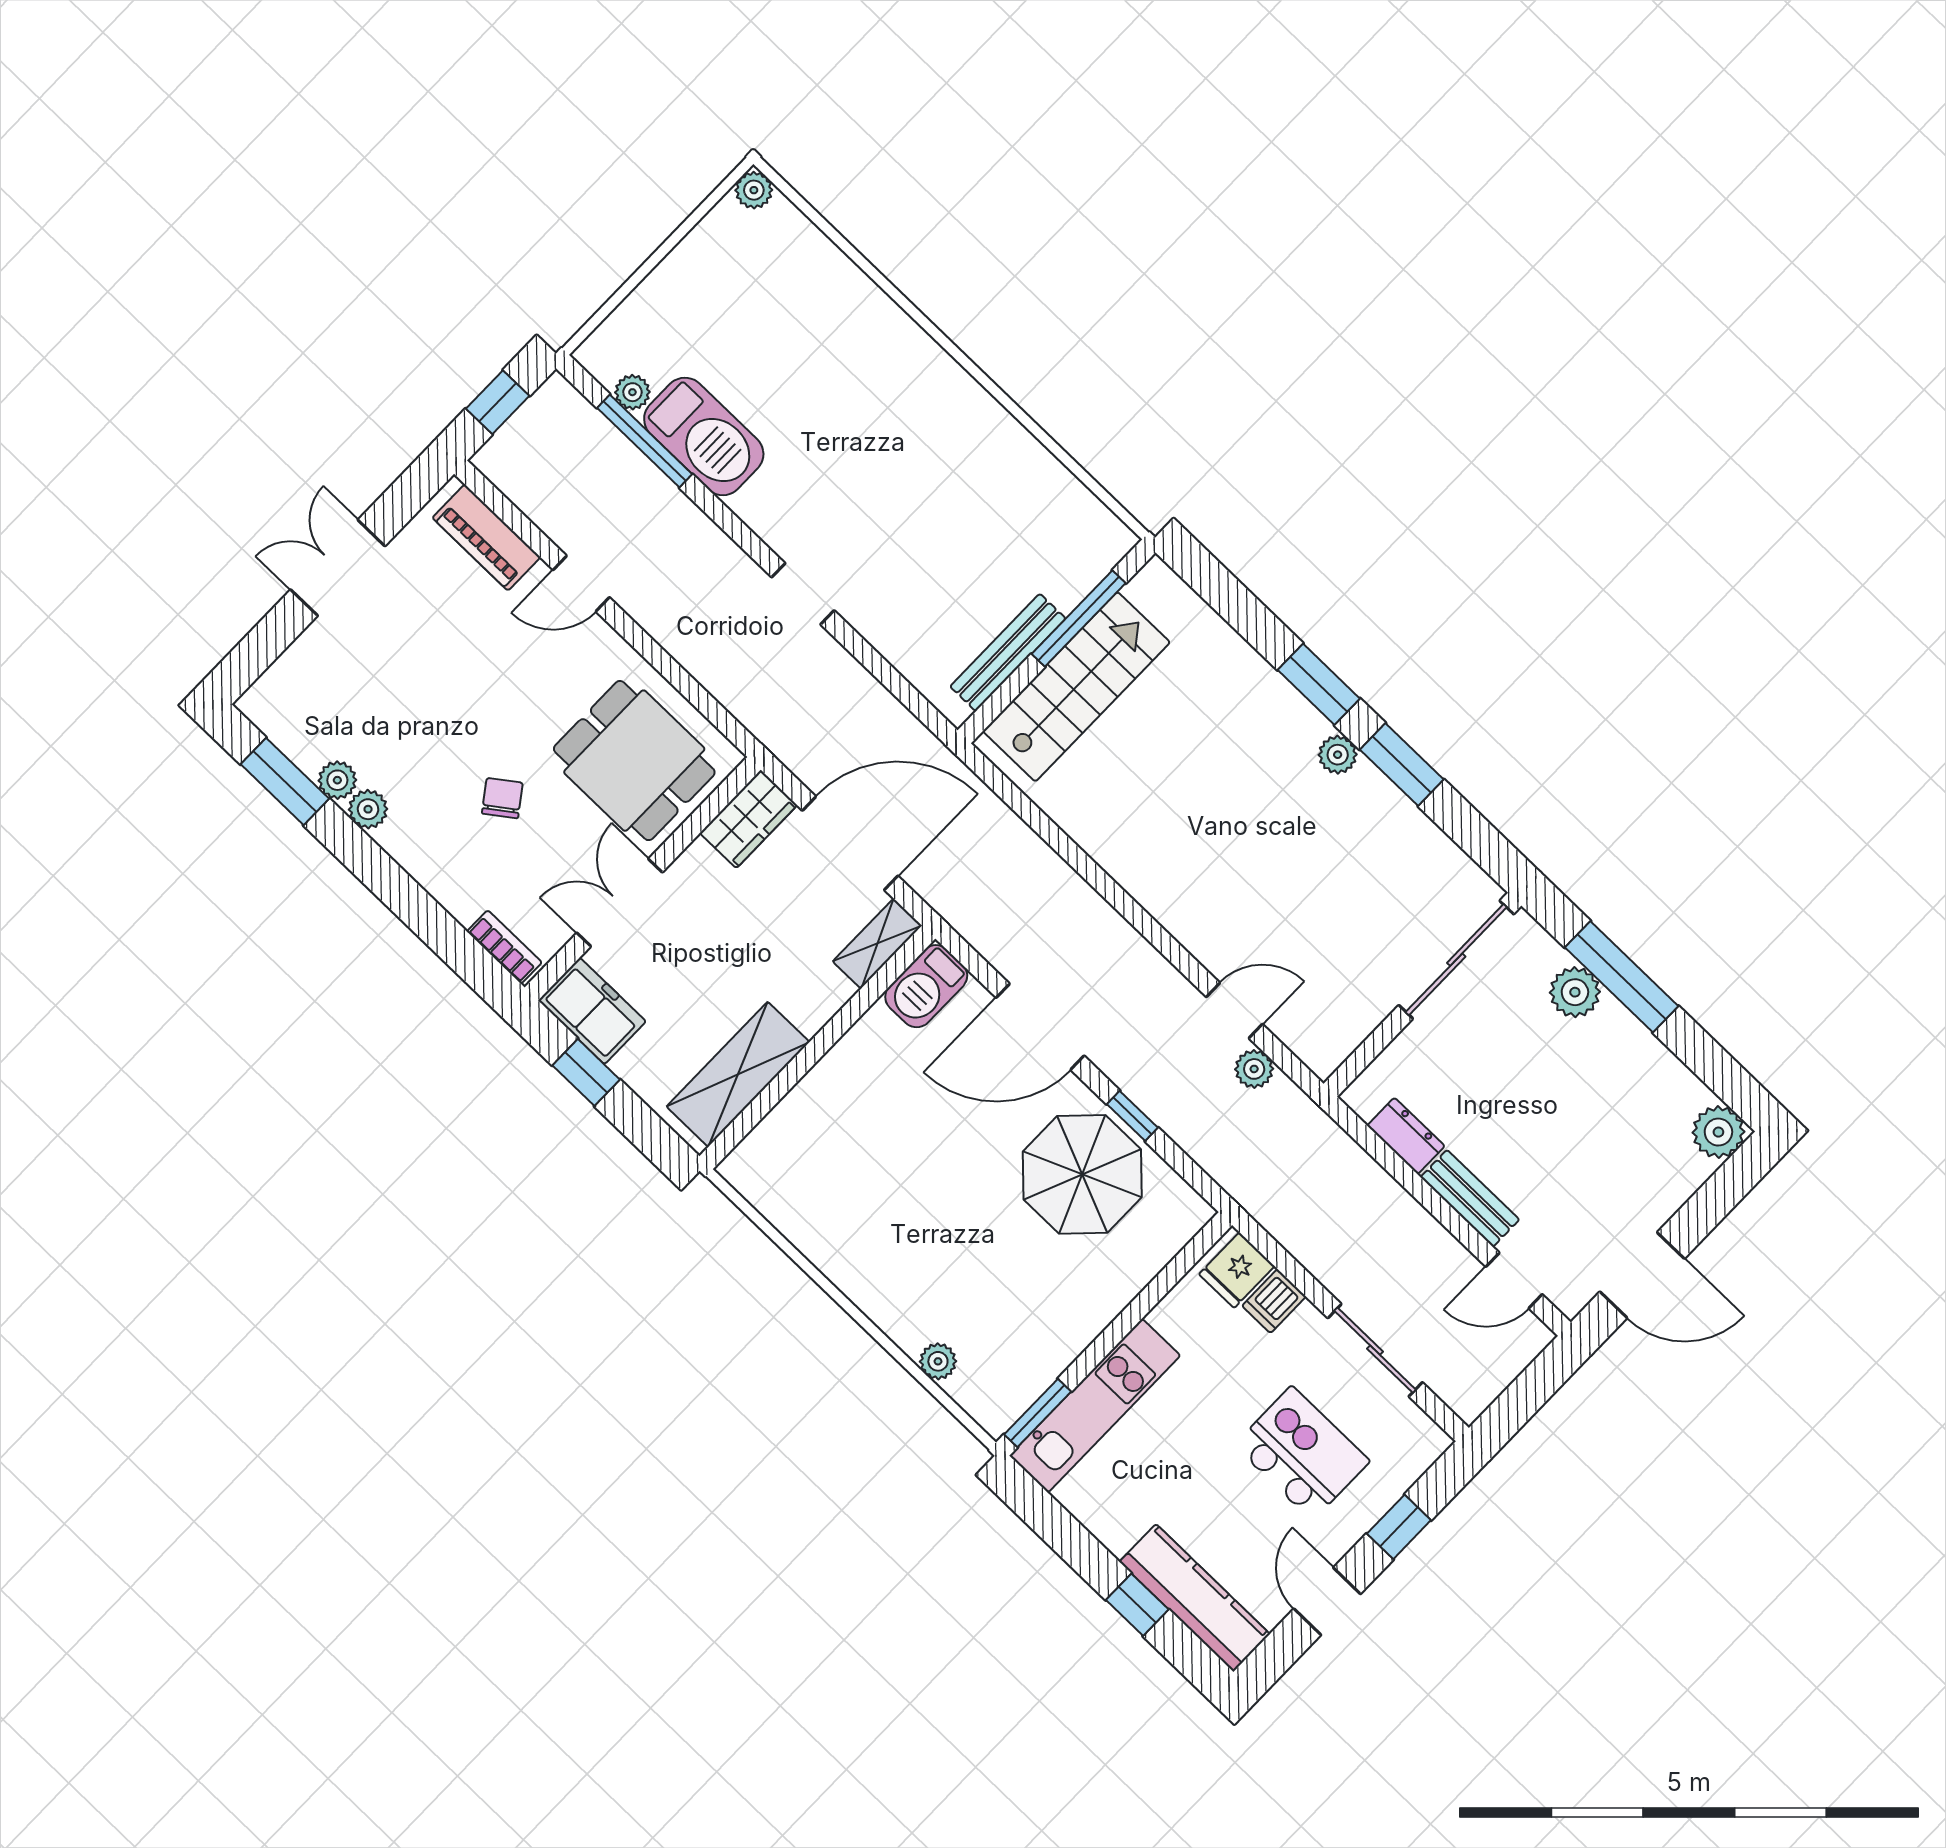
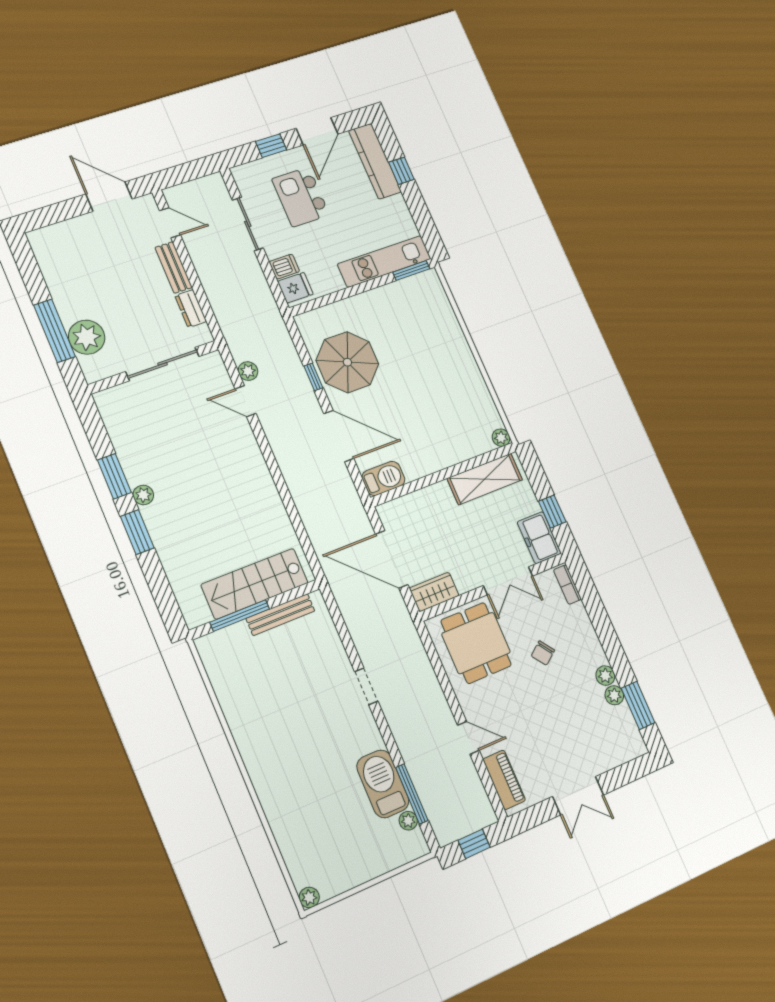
shelving: (877, 944) -> (398, 508), removed
sliding door: (1456, 960) -> (162, 364), moved
plant: (1575, 992) -> (87, 337), width x1.36, depth x1.36
plant: (1718, 1132) -> (42, 241), removed
plant: (938, 1361) -> (501, 438), moved
door: (1327, 1601) -> (317, 131), width x1.38

